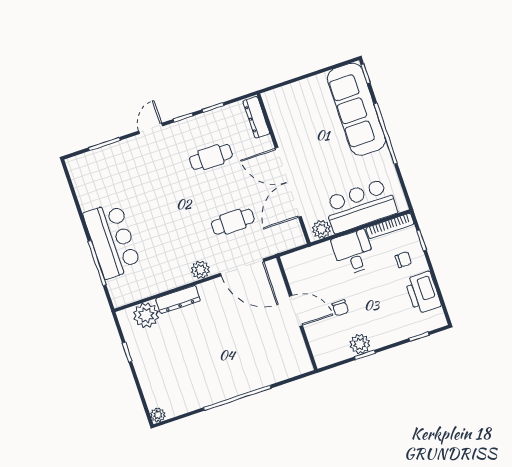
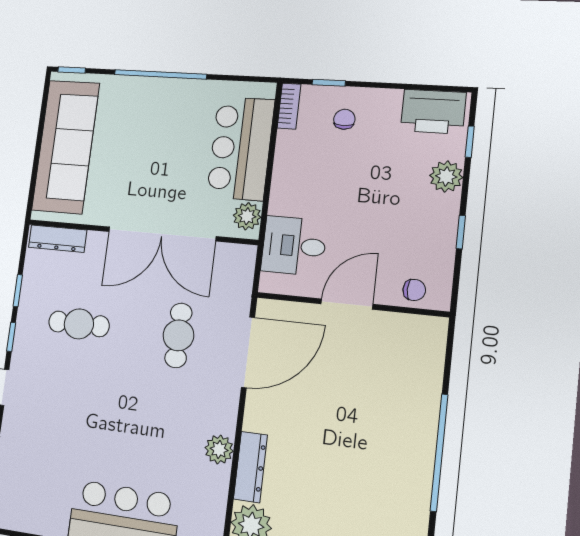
sofa: (356, 109) -> (66, 147), moved, turned -90
cafe table: (211, 157) -> (79, 324), turned 90
bookcase: (390, 226) -> (289, 106), width x0.64
desk: (353, 252) -> (294, 246), moved
plant: (200, 270) -> (219, 449), moved
printer: (423, 293) -> (433, 112), moved
chair: (340, 308) -> (414, 290), moved
plant: (360, 344) -> (446, 176), moved

